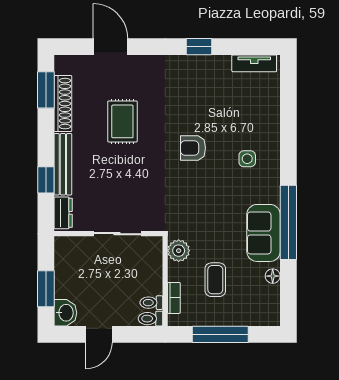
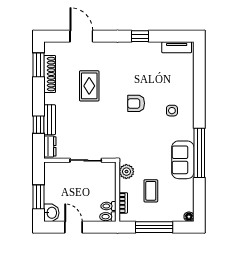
bench: (63, 164) -> (50, 120), width x0.73
floor lamp: (273, 276) -> (189, 217), moved
door: (99, 334) -> (74, 227), swing flipped

